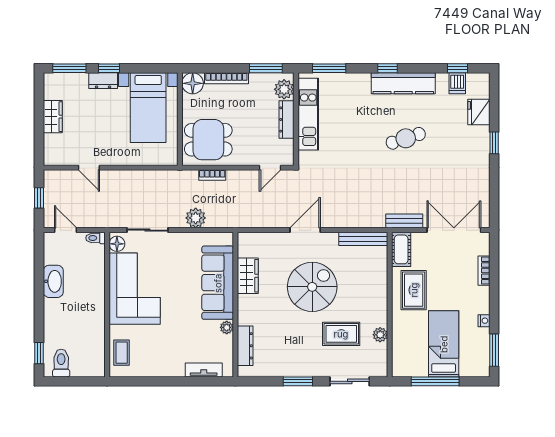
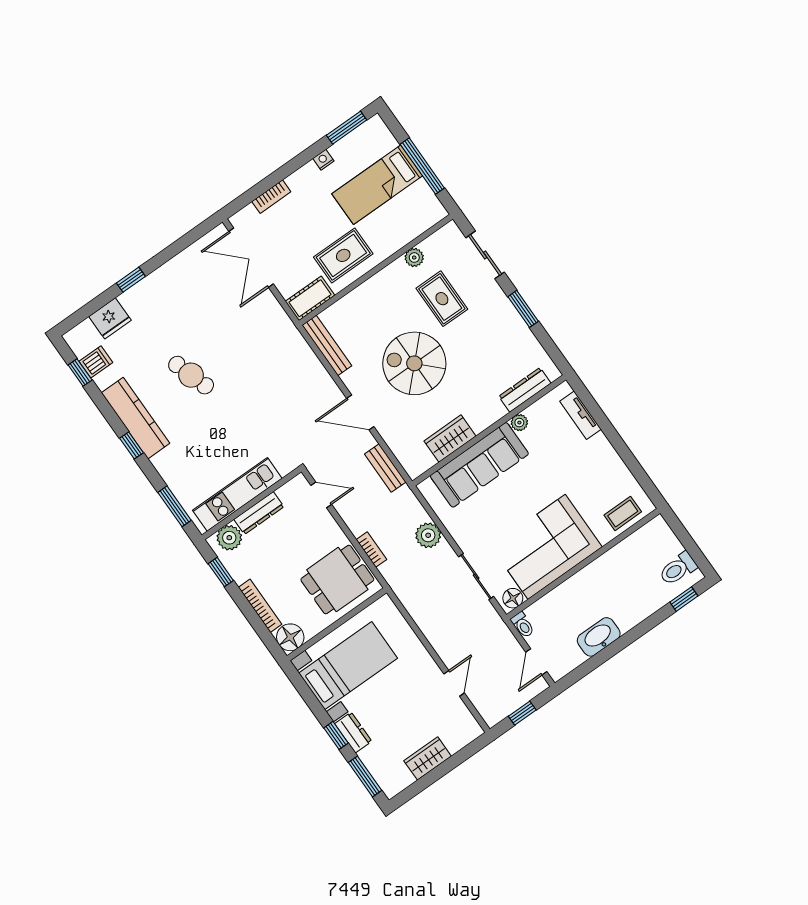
window: (266, 68) -> (221, 572), width x0.67
dining table: (208, 140) -> (337, 580), turned 90
bench: (404, 221) -> (385, 468), moved

